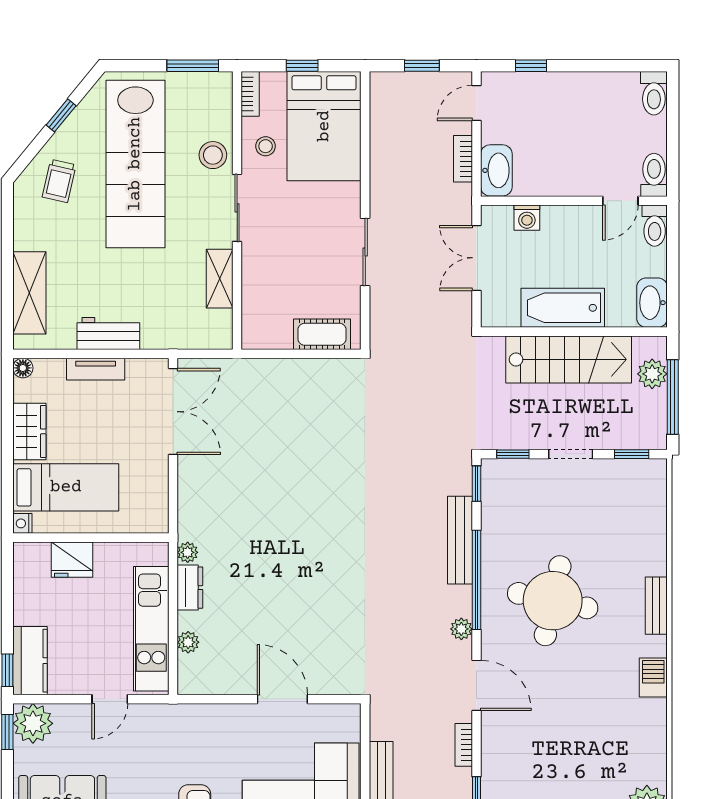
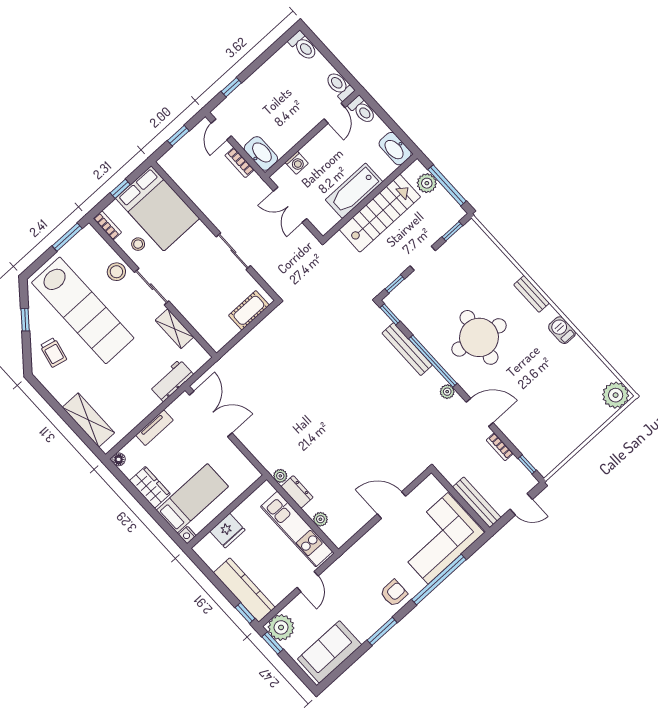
workbench: (108, 334) -> (171, 380), moved
kitchen counter: (30, 661) -> (244, 590), width x1.50

